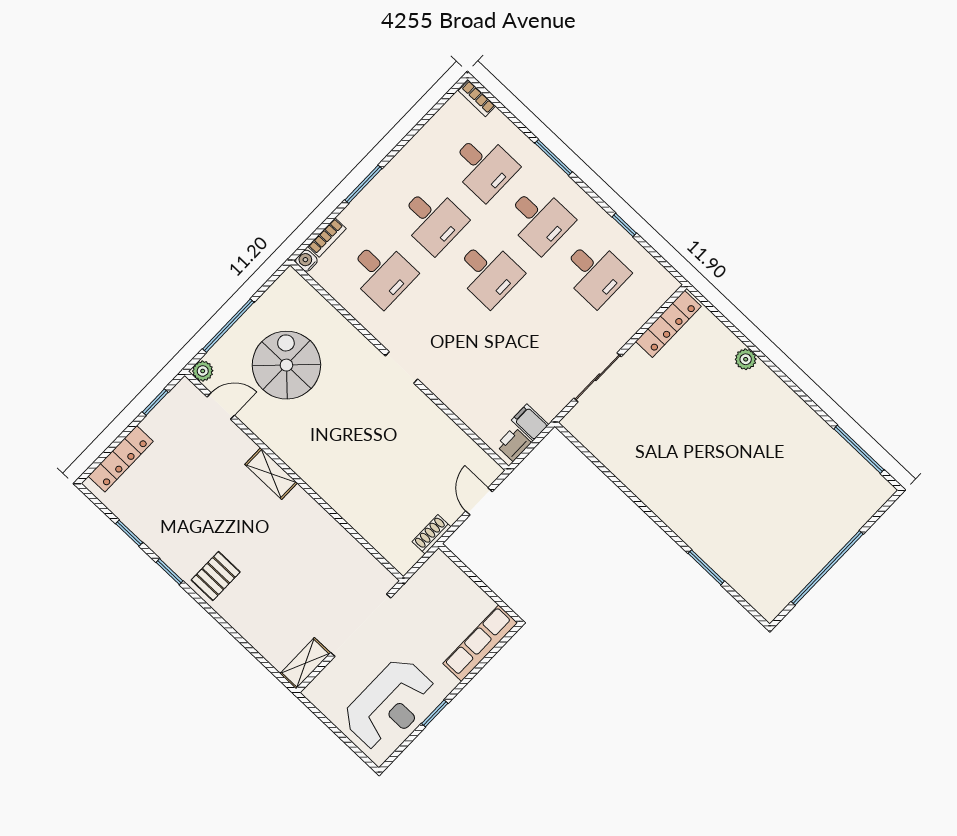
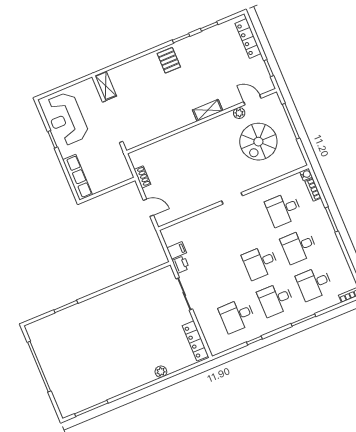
spiral stairs: (286, 365) -> (258, 142), turned 90
plant: (203, 371) -> (239, 113), moved
door: (221, 406) -> (252, 100), swing flipped
printer: (514, 444) -> (181, 264), moved

